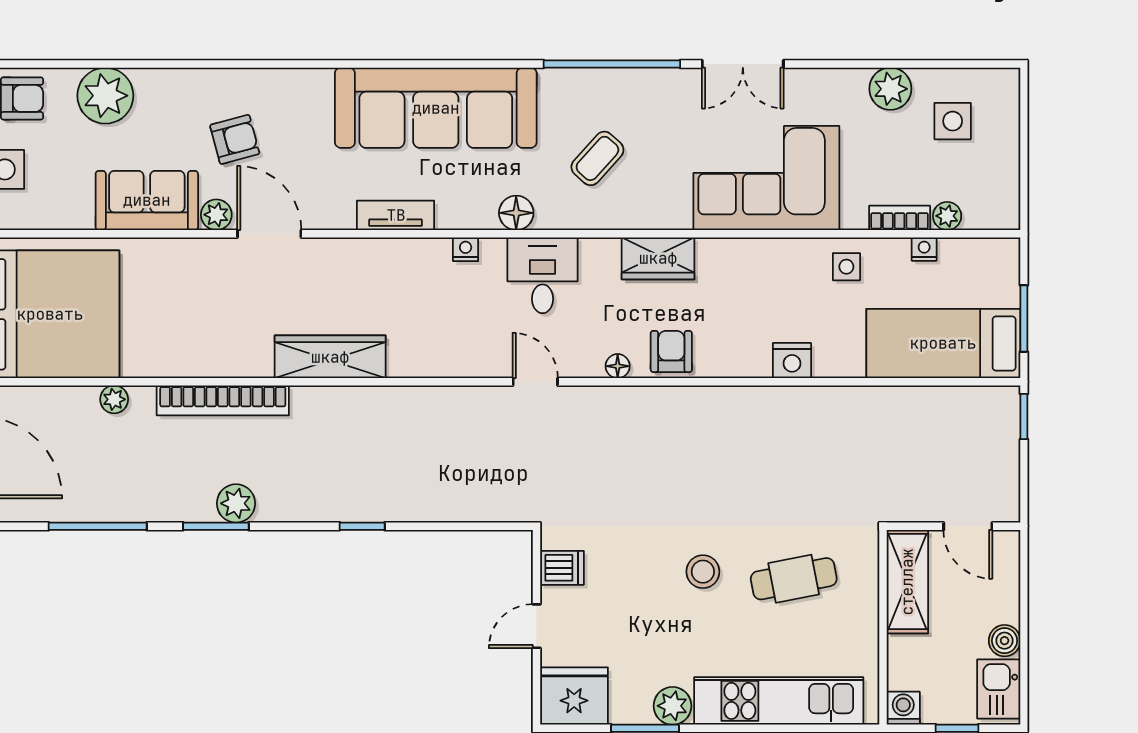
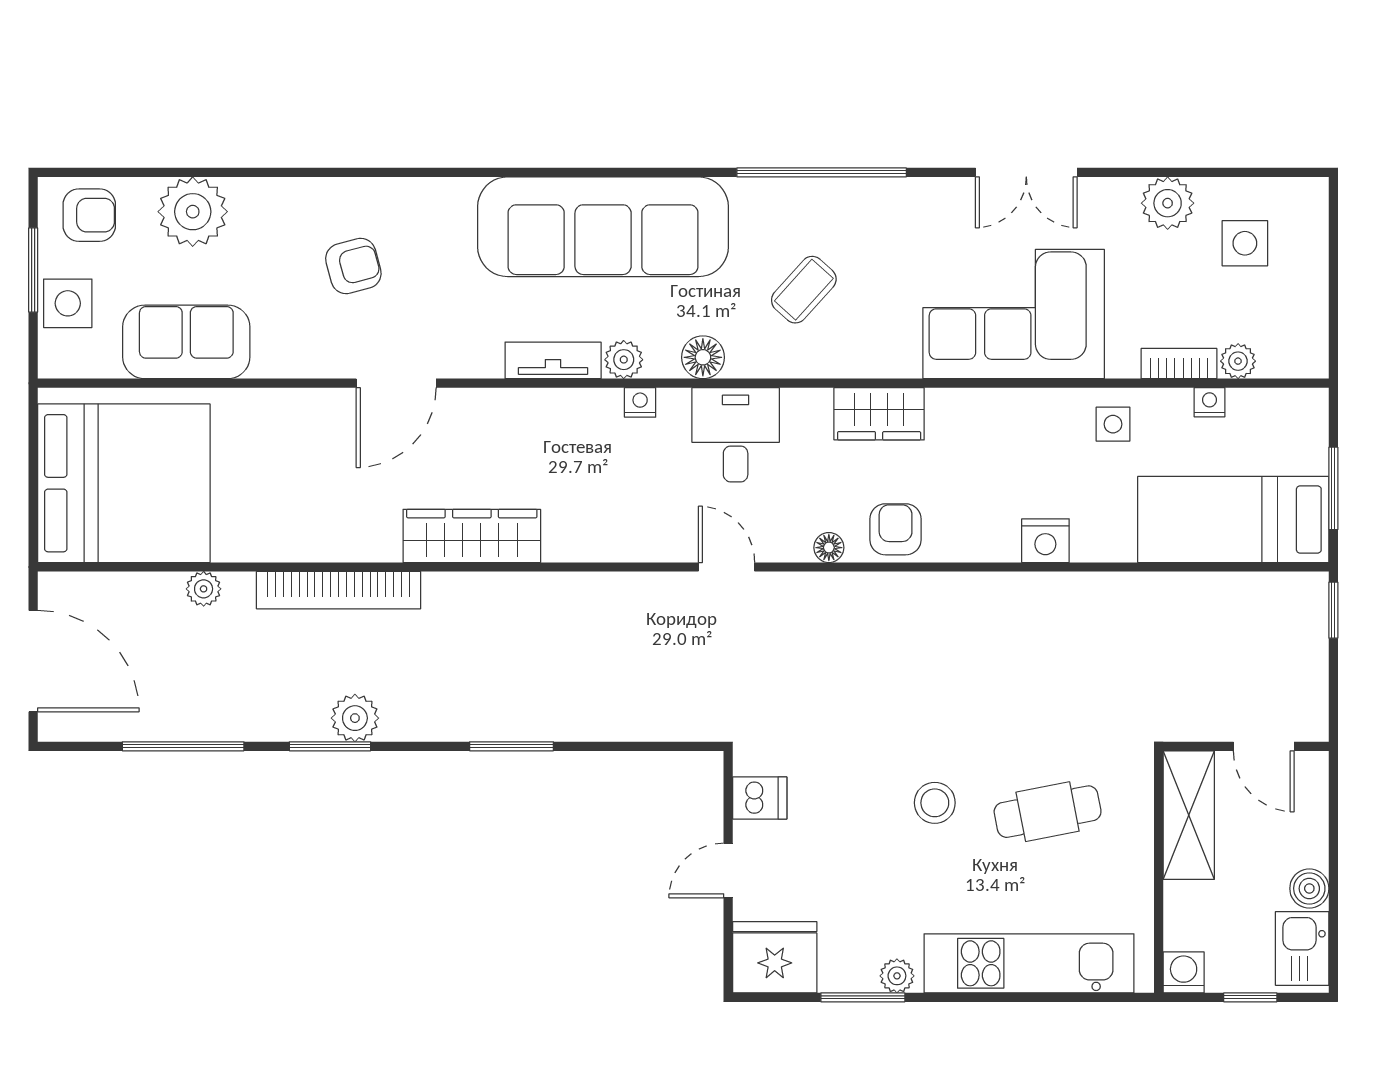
double door: (743, 64) -> (1026, 172), moved
sofa: (147, 200) -> (186, 342), moved
plant: (216, 215) -> (624, 360), moved
door: (269, 234) -> (396, 383), swing flipped
window: (362, 526) -> (511, 746), width x1.50
plant: (672, 706) -> (897, 976), width x0.73, depth x0.73

